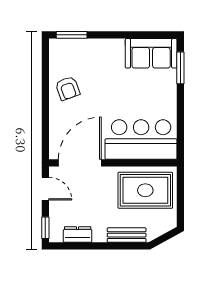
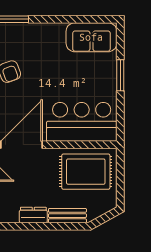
window: (180, 68) -> (120, 75), moved
dresser: (78, 235) -> (33, 215), moved

